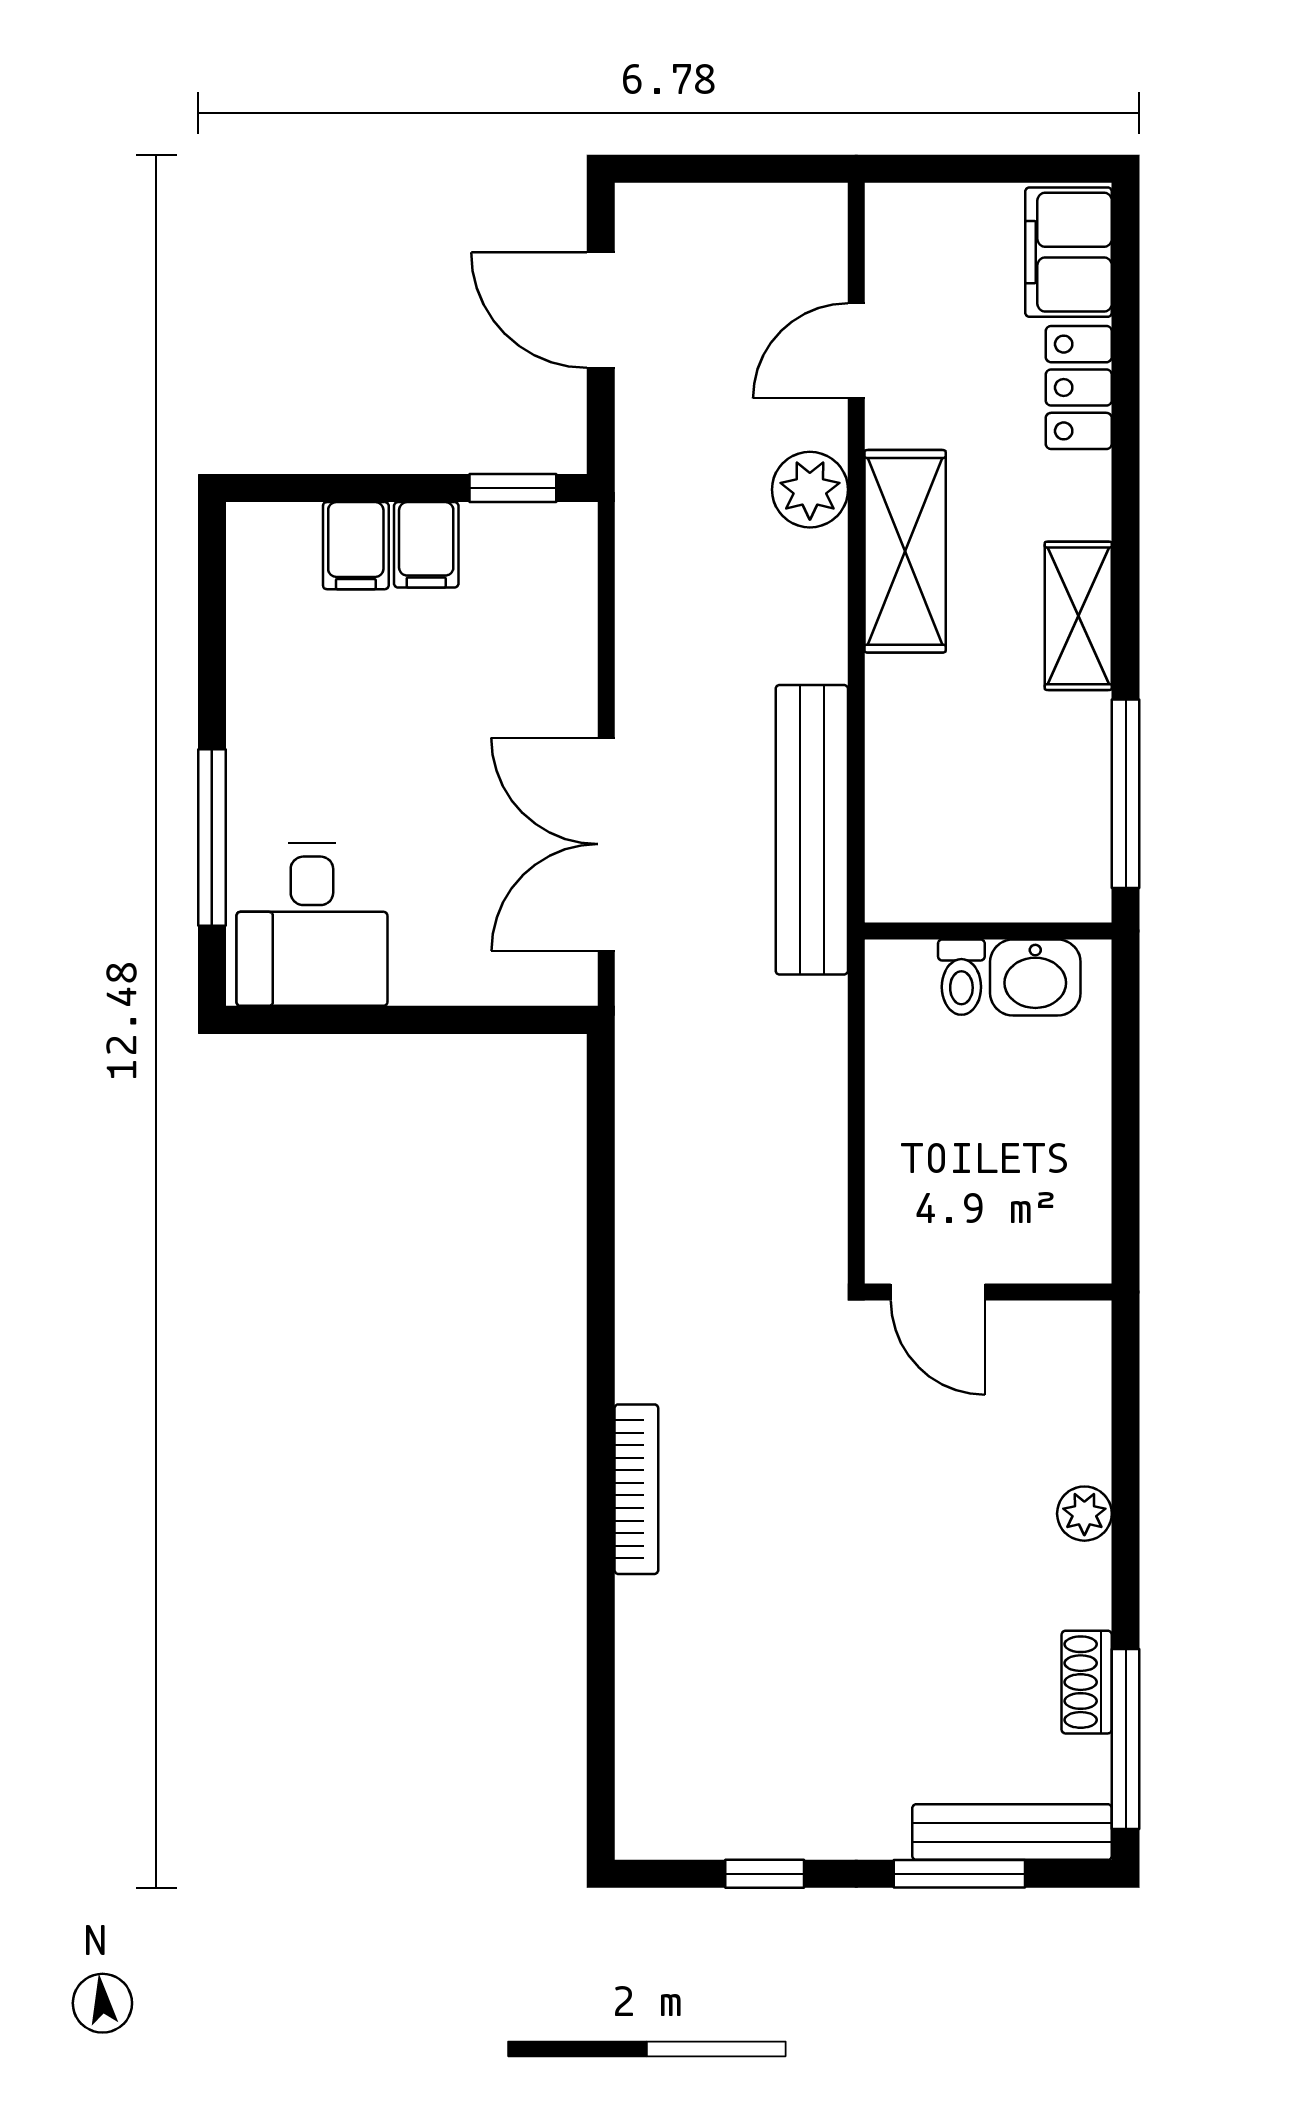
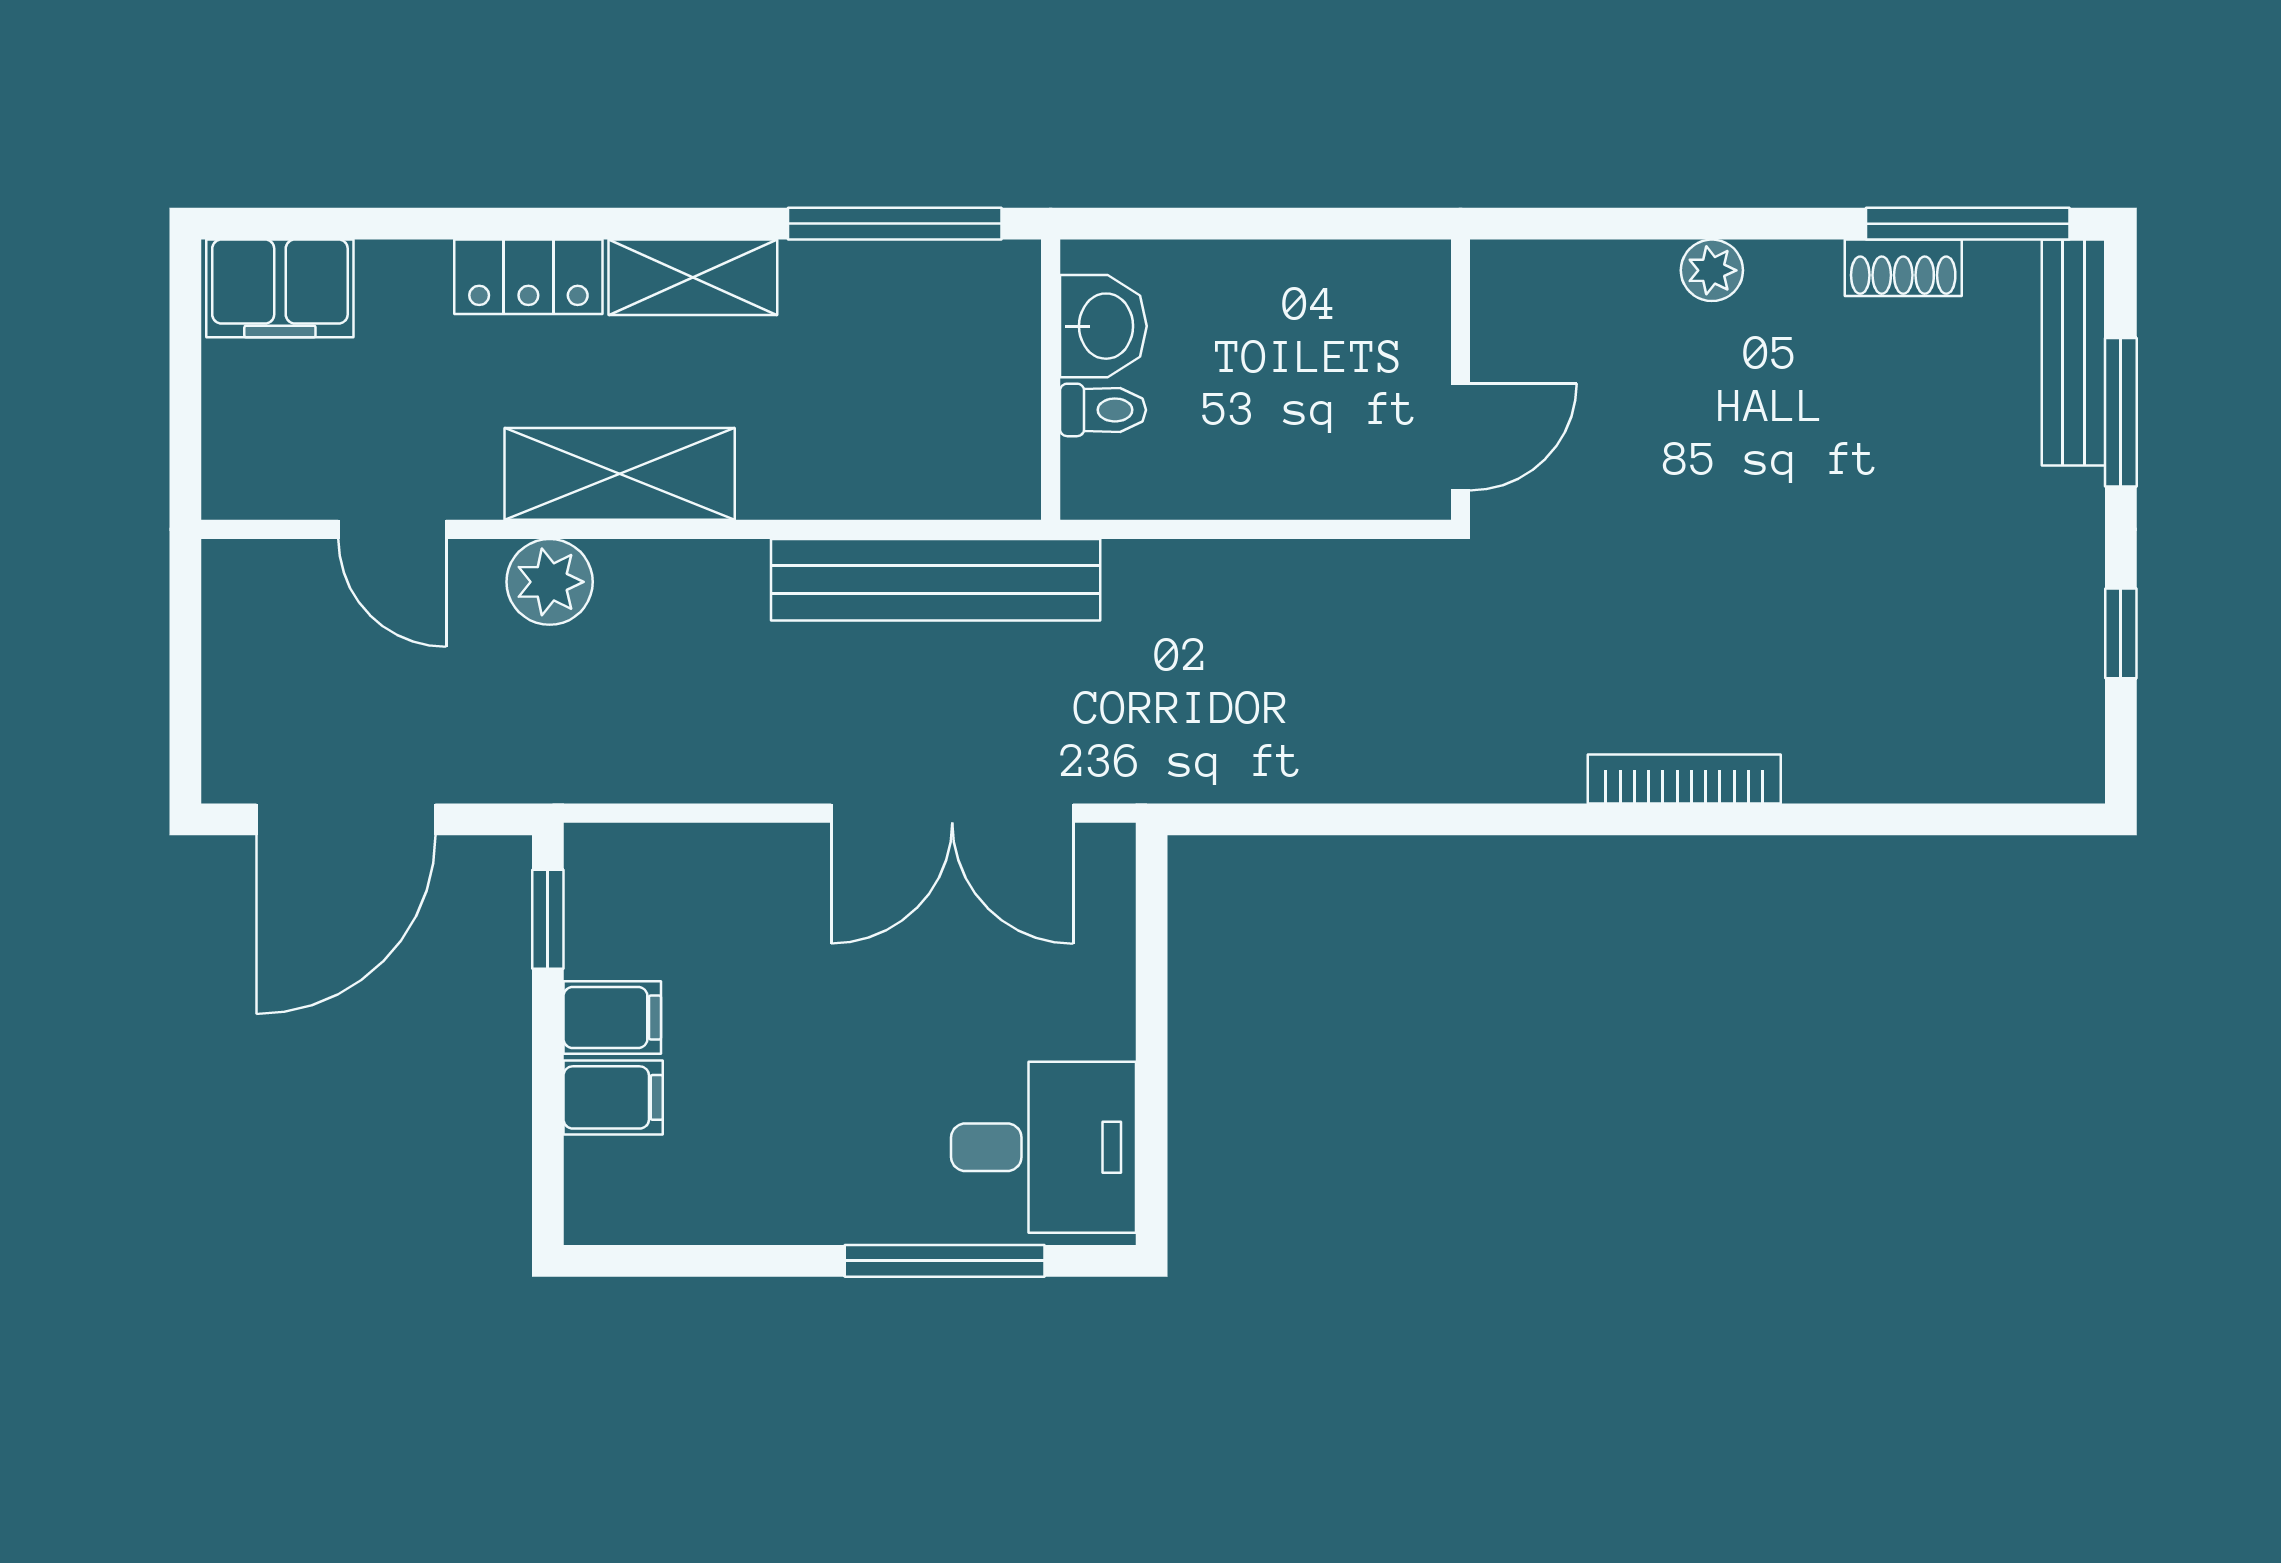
door: (601, 310) -> (346, 819), width x1.36
locker: (1079, 388) -> (528, 277), moved

